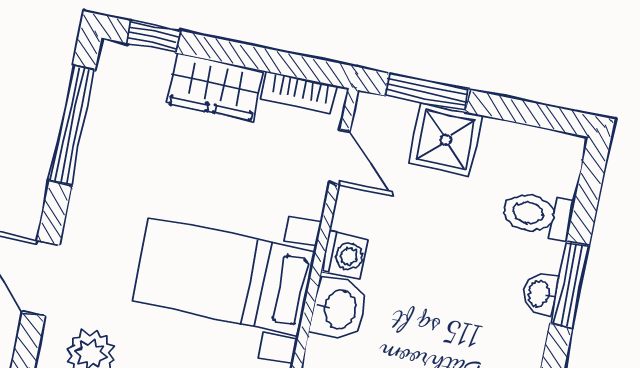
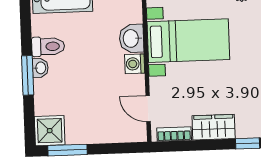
window: (427, 93) -> (67, 150), moved
shower: (446, 139) -> (50, 131), moved
toilet: (537, 215) -> (48, 46), moved

